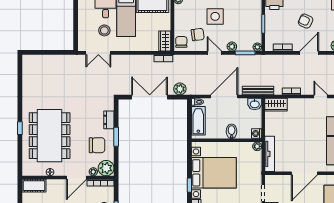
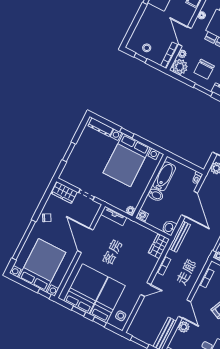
door: (309, 53) -> (185, 309), moved
bathtub: (198, 121) -> (164, 176), moved, turned -90
tv unit: (270, 154) -> (114, 216), width x0.71

